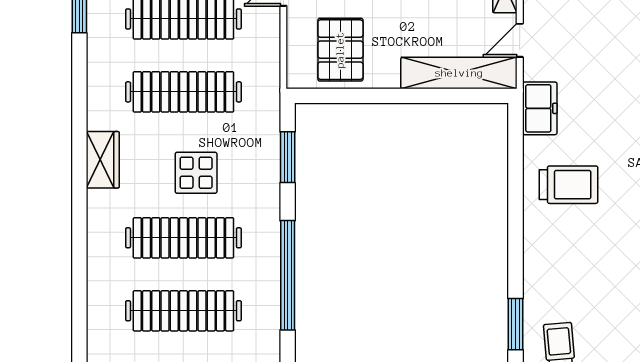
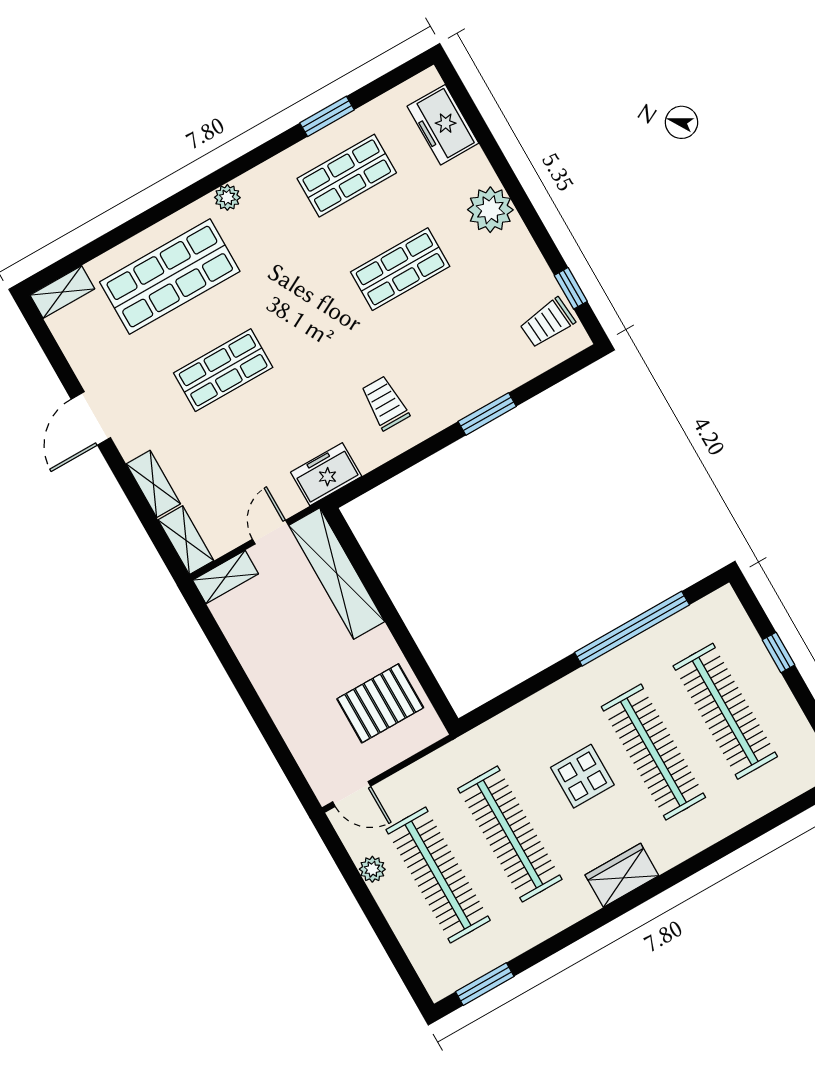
door: (520, 40) -> (270, 532), swing flipped
window: (288, 157) -> (516, 695), removed
trolley: (569, 185) -> (385, 403), width x0.73, depth x0.72
window: (516, 324) -> (487, 414), moved

